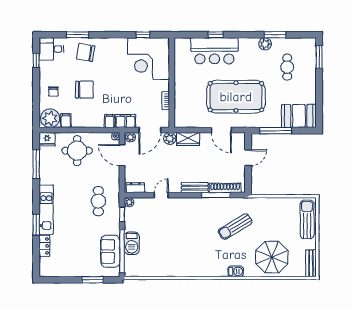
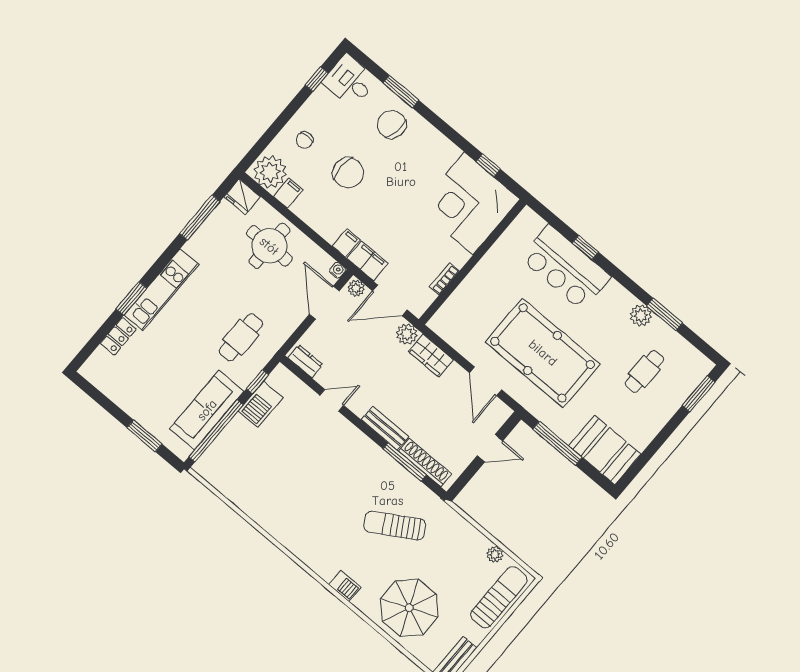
plant: (129, 202) -> (495, 554), moved
barbecue: (132, 243) -> (261, 404), moved
sofa: (110, 251) -> (207, 410), width x1.36

